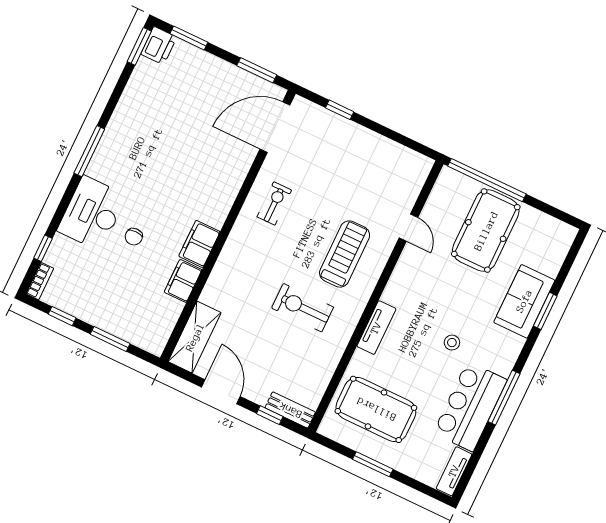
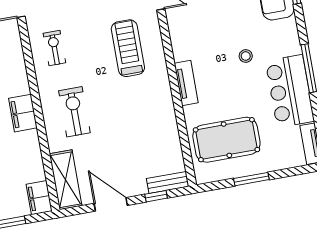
filing cabinet: (183, 281) -> (39, 198), moved
exercise bike: (303, 308) -> (74, 112), moved, turned 90

